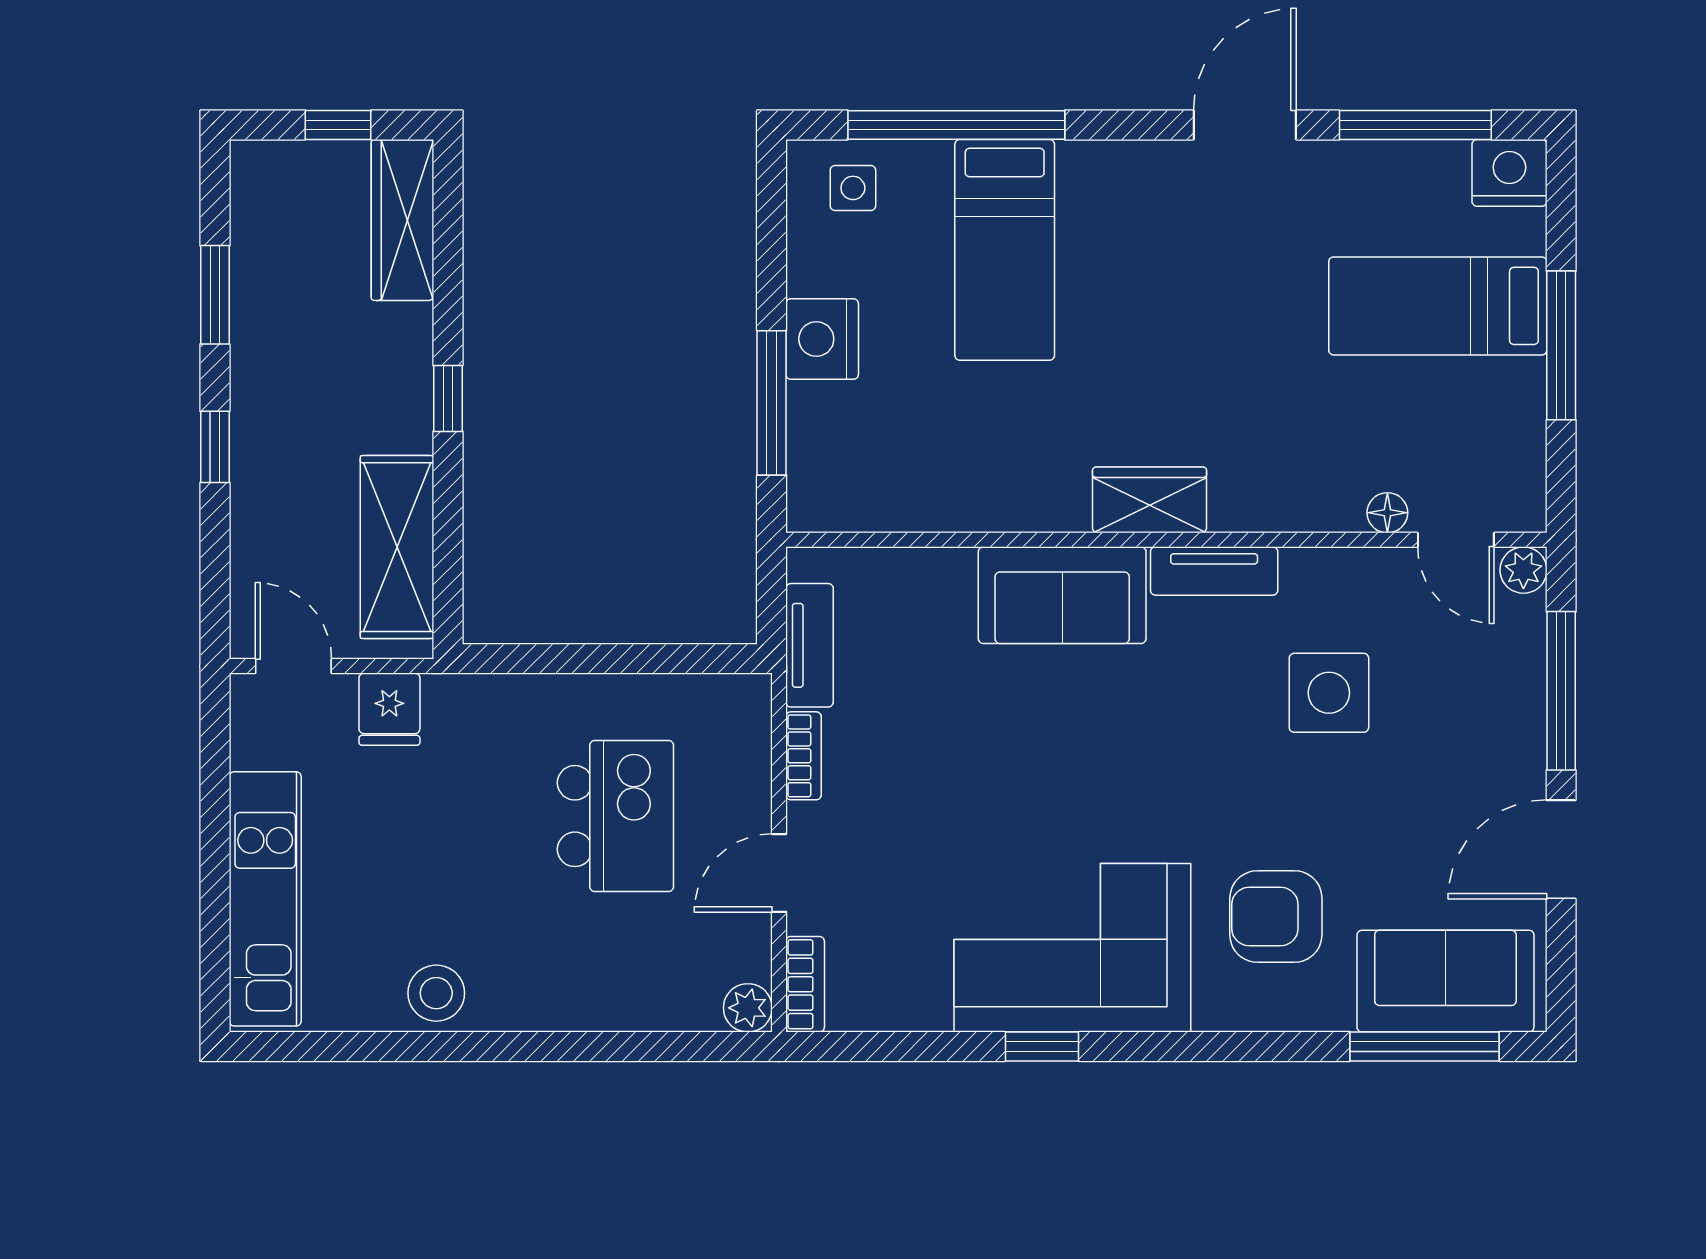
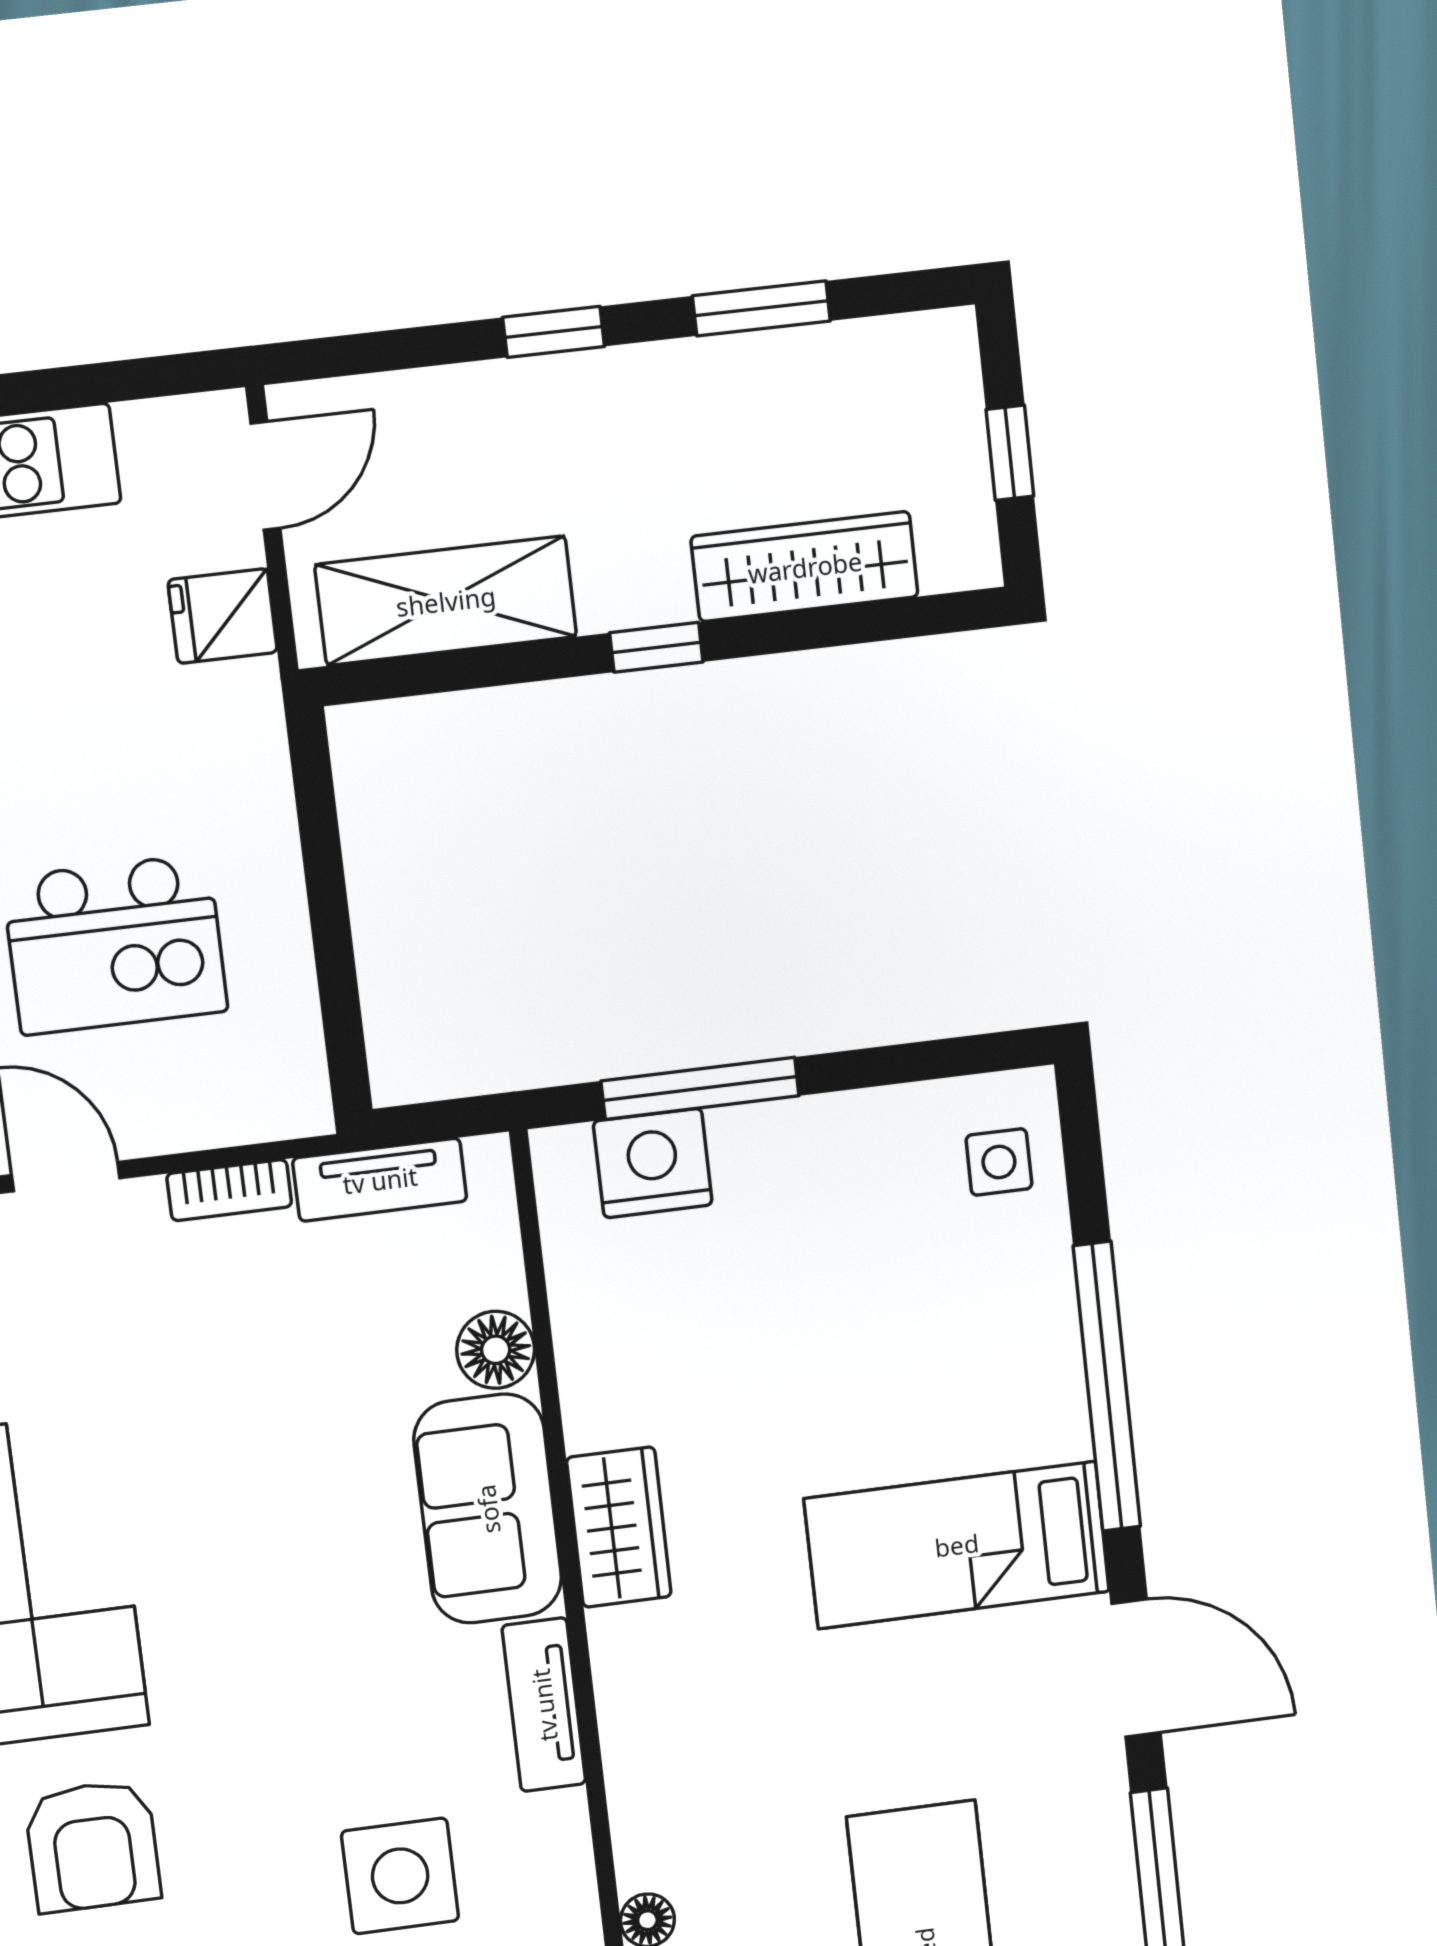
window: (956, 125) -> (1107, 1386), moved
wardrobe: (402, 220) -> (805, 567), moved
bed: (1005, 250) -> (957, 1545), moved
nightstand: (822, 339) -> (653, 1163), moved
wardrobe: (1150, 500) -> (619, 1527), moved
floor lamp: (945, 575) -> (496, 1350), added
armchair: (1276, 917) -> (93, 1846), turned 180

